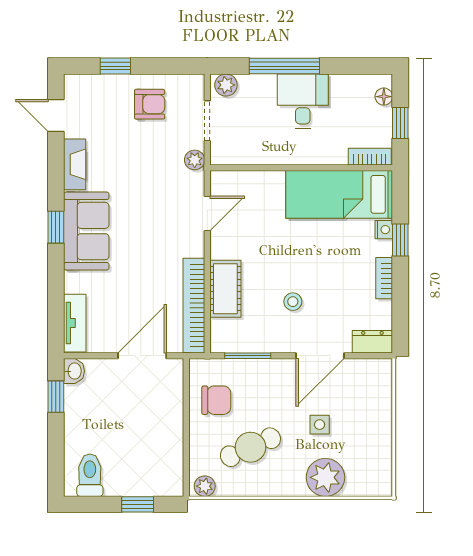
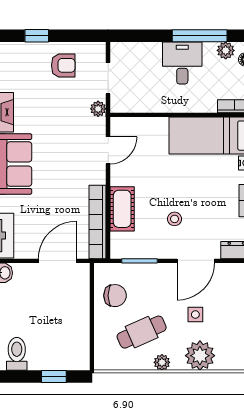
window: (284, 66) -> (200, 36), moved
plant: (226, 85) -> (226, 50), moved
plant: (205, 486) -> (162, 362), moved

